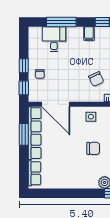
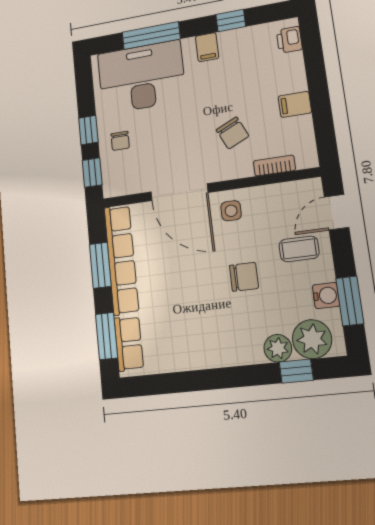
desk: (54, 39) -> (141, 77), width x1.87, depth x1.30
door: (56, 104) -> (179, 192), moved
window: (24, 169) -> (107, 336), added

